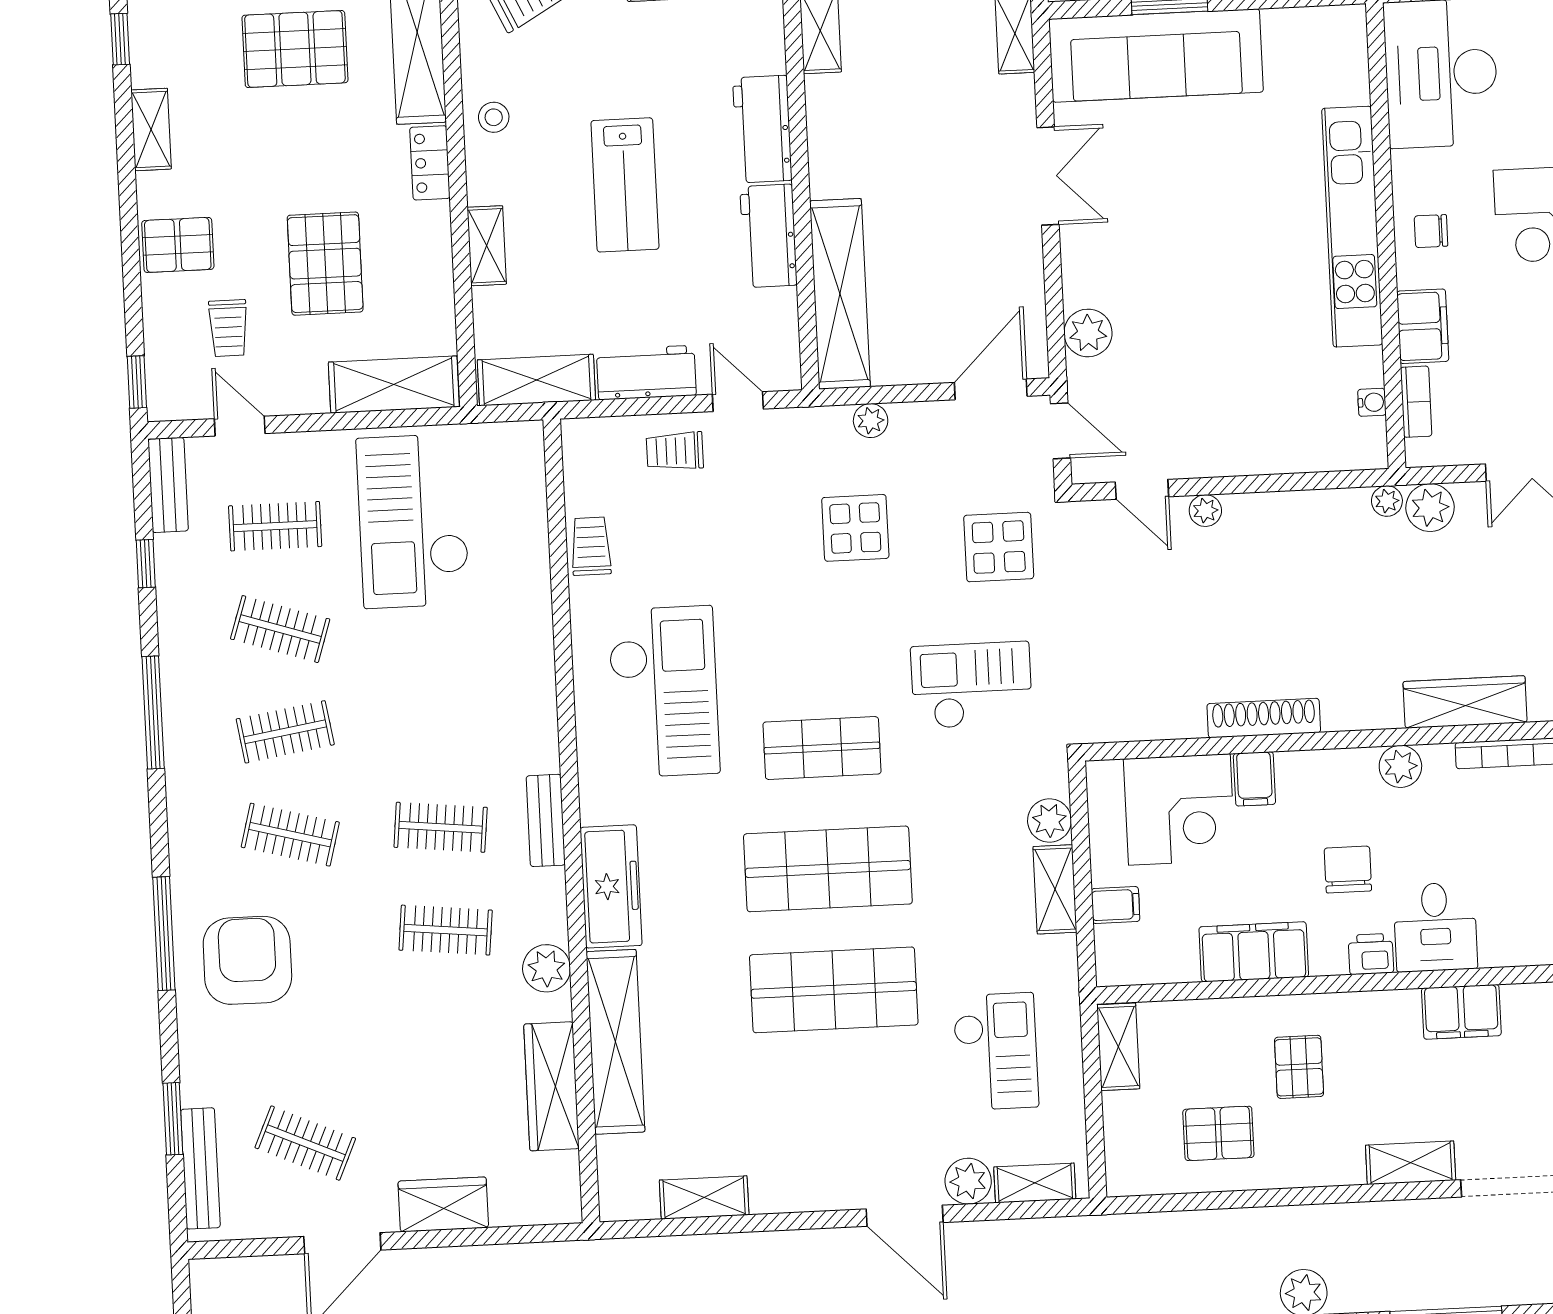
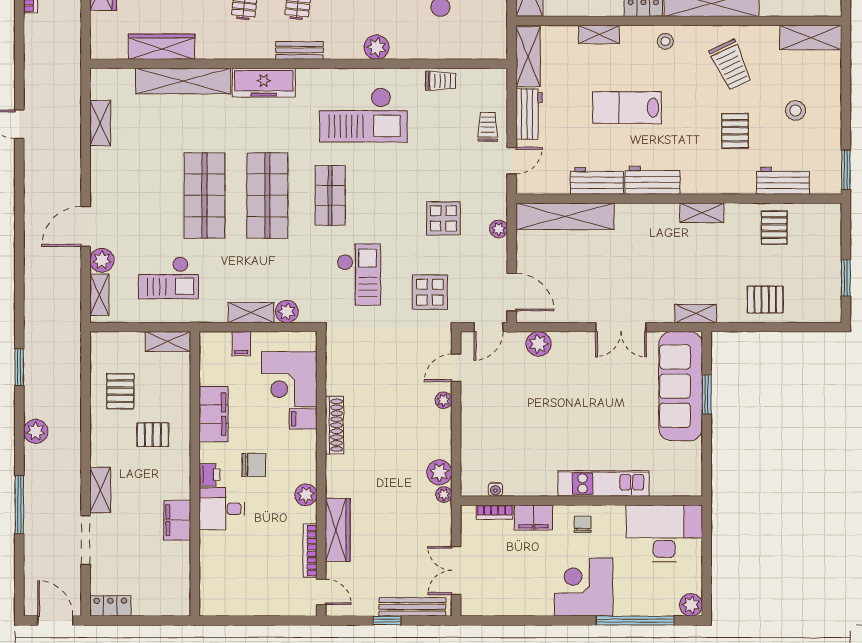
kitchen unit: (1352, 227) -> (604, 483), width x0.73
plant: (1430, 508) -> (439, 472), moved
plant: (547, 968) -> (377, 47), moved

